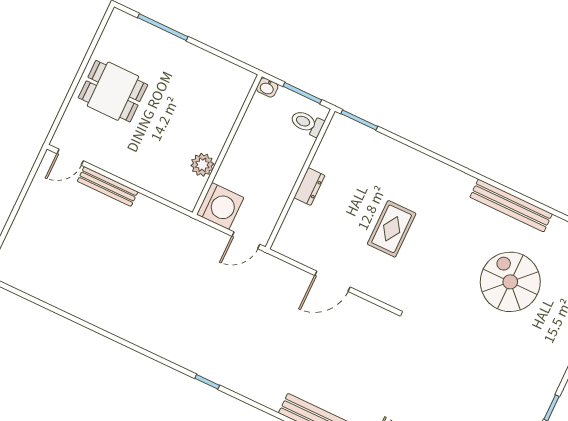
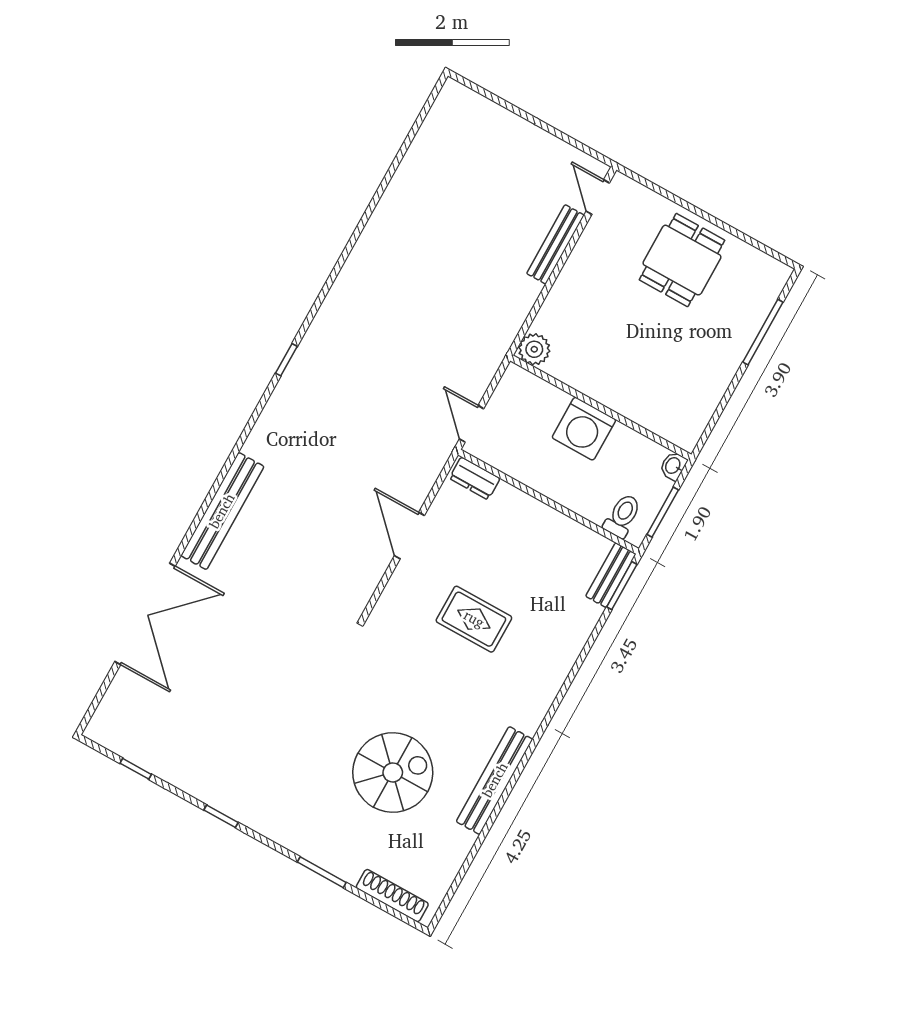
bench: (352, 129) -> (611, 575), added
plant: (202, 165) -> (534, 349), moved
dresser: (309, 187) -> (475, 478), moved
washing machine: (220, 206) -> (584, 429), moved

